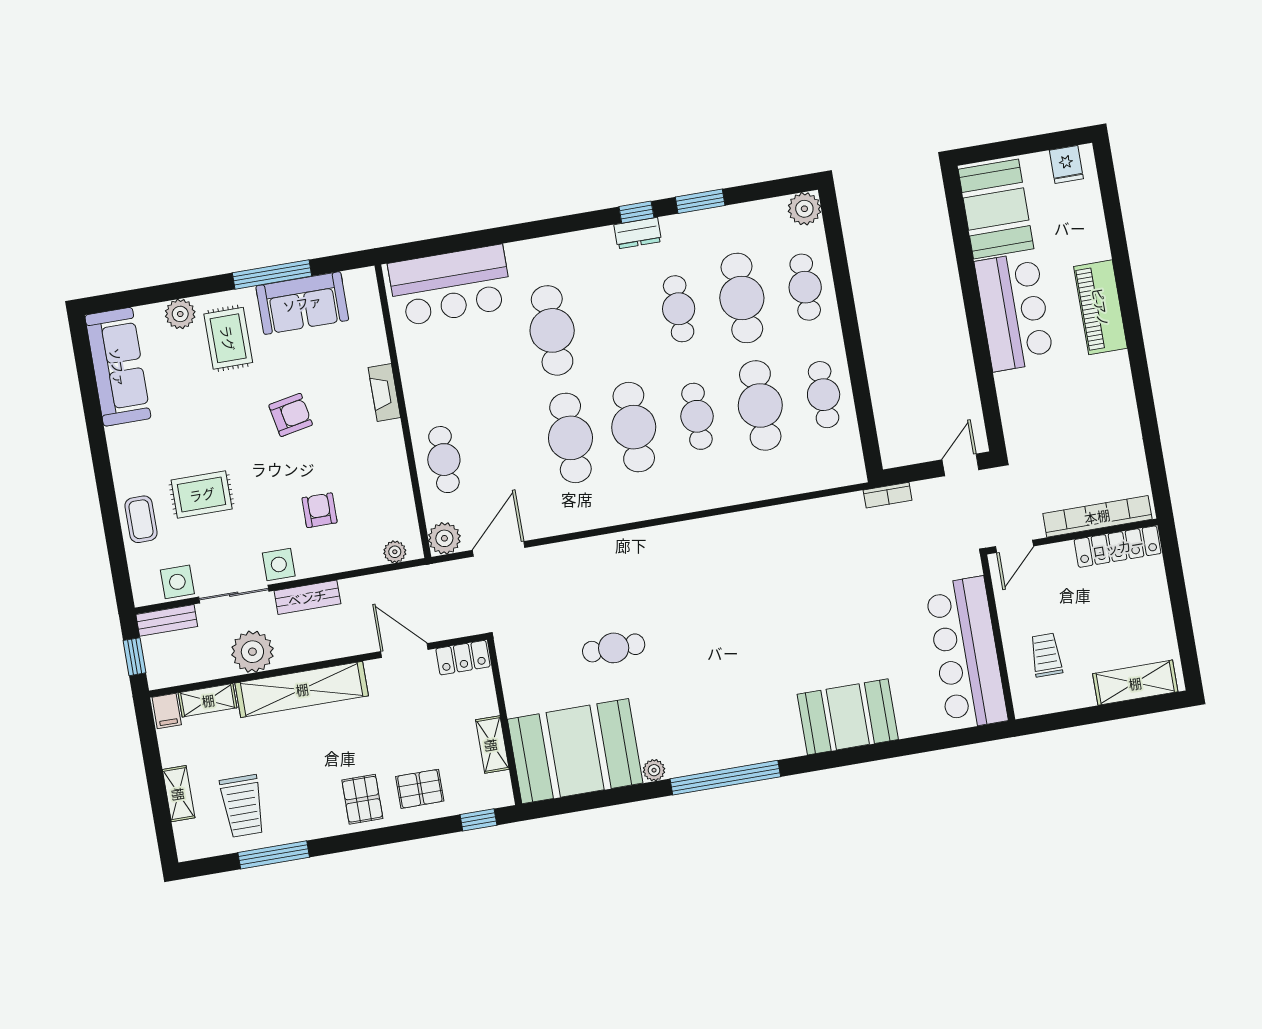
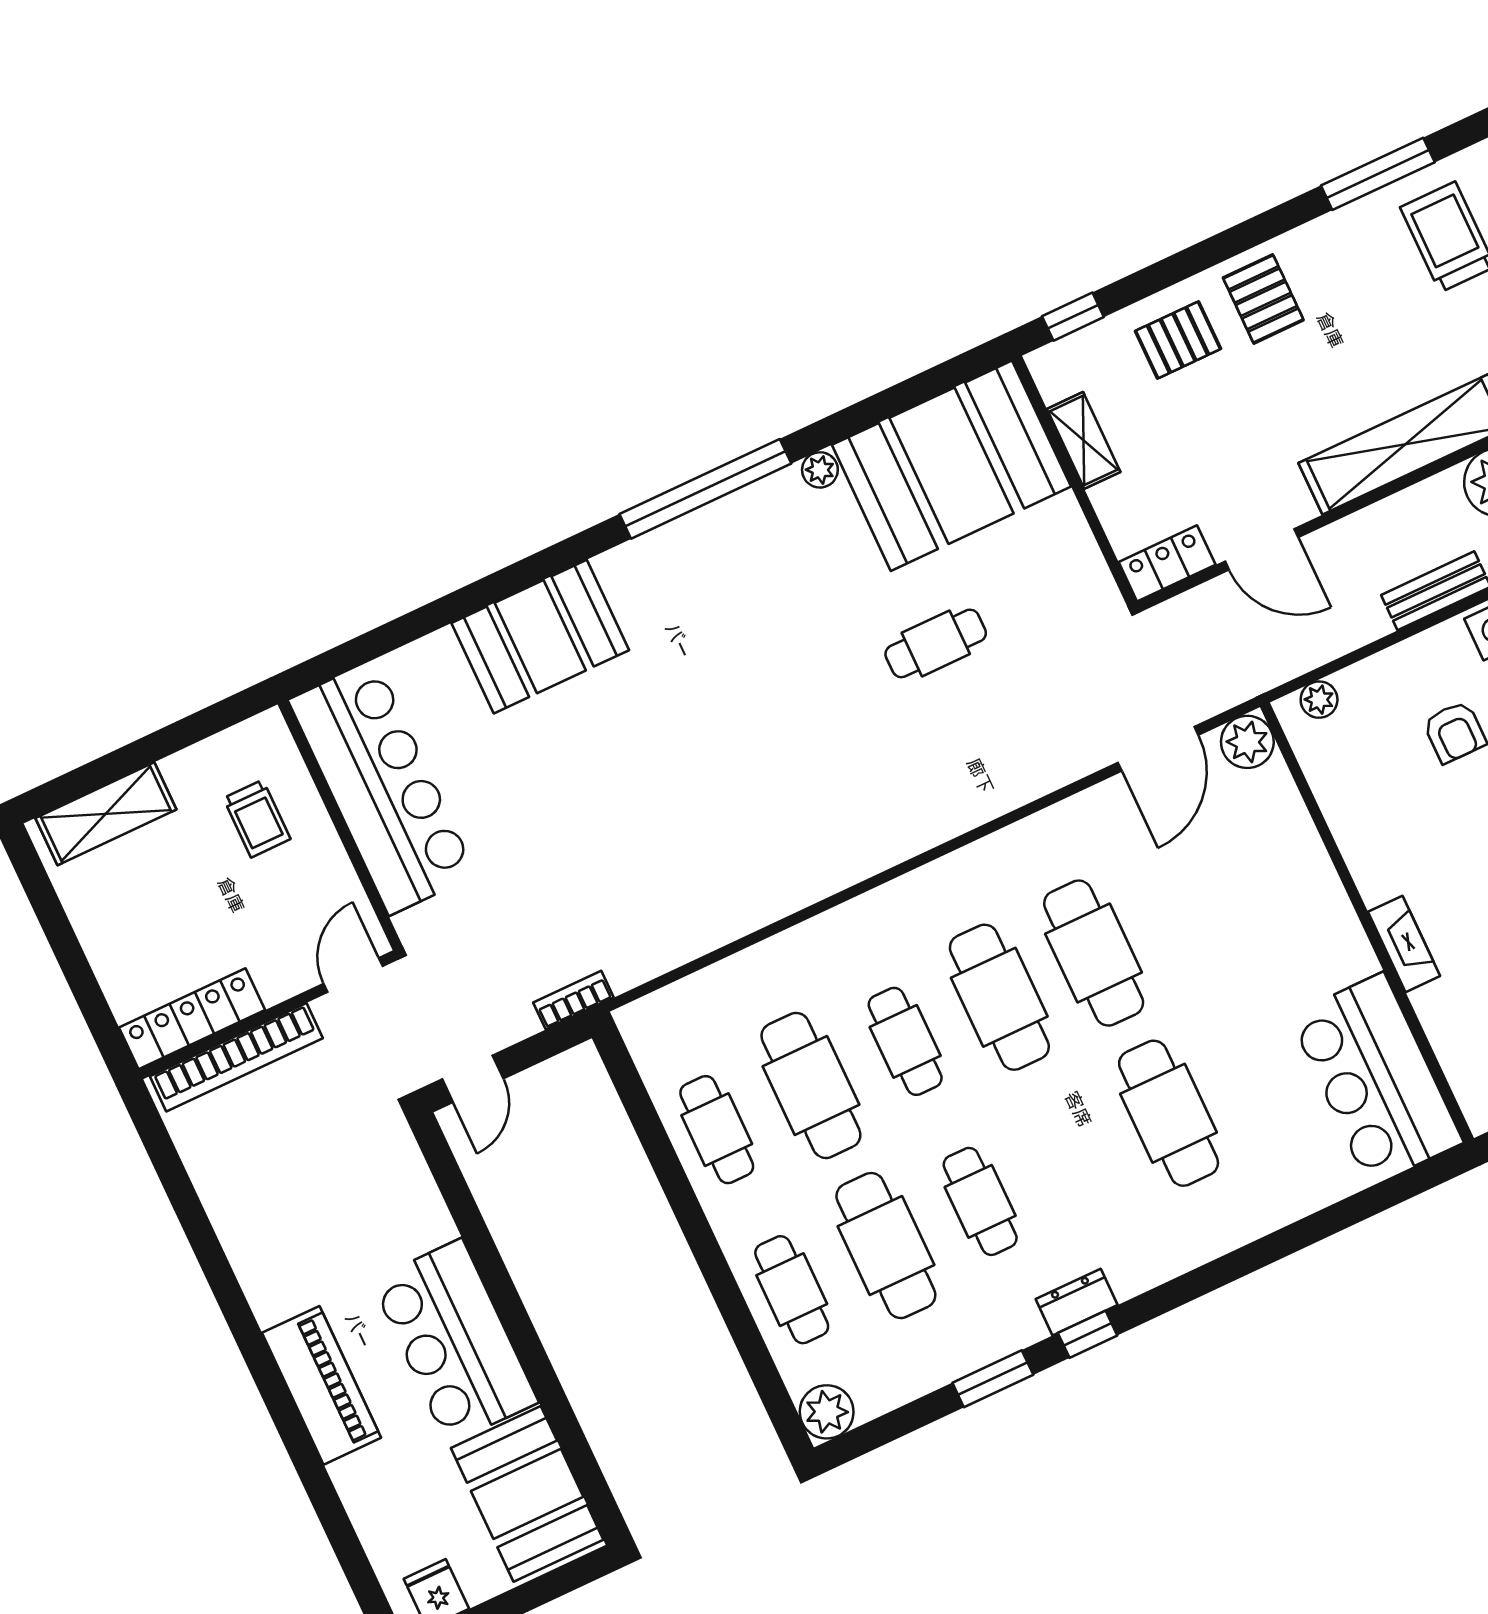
bar counter: (450, 285) -> (1376, 1079), moved, turned -90
cafe table: (444, 460) -> (1282, 865), removed

